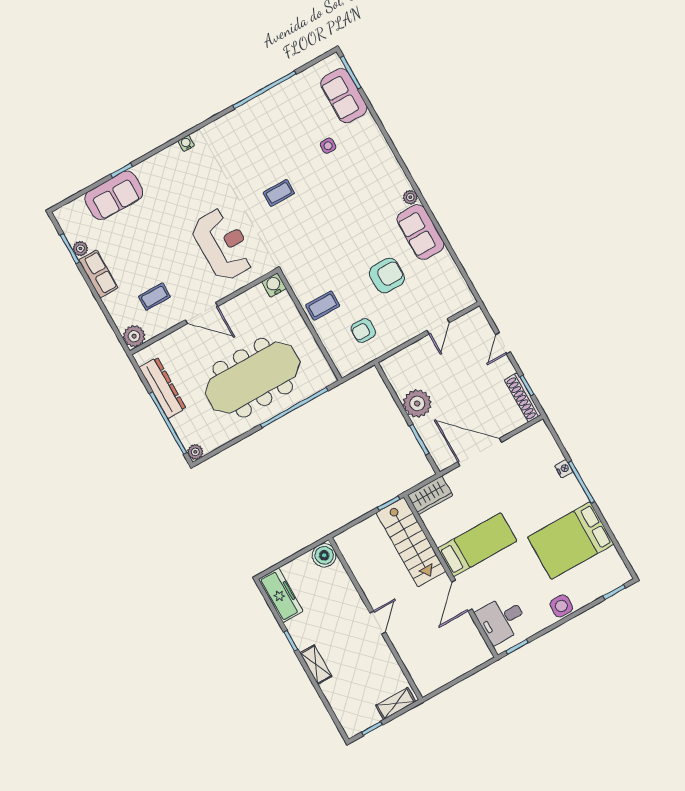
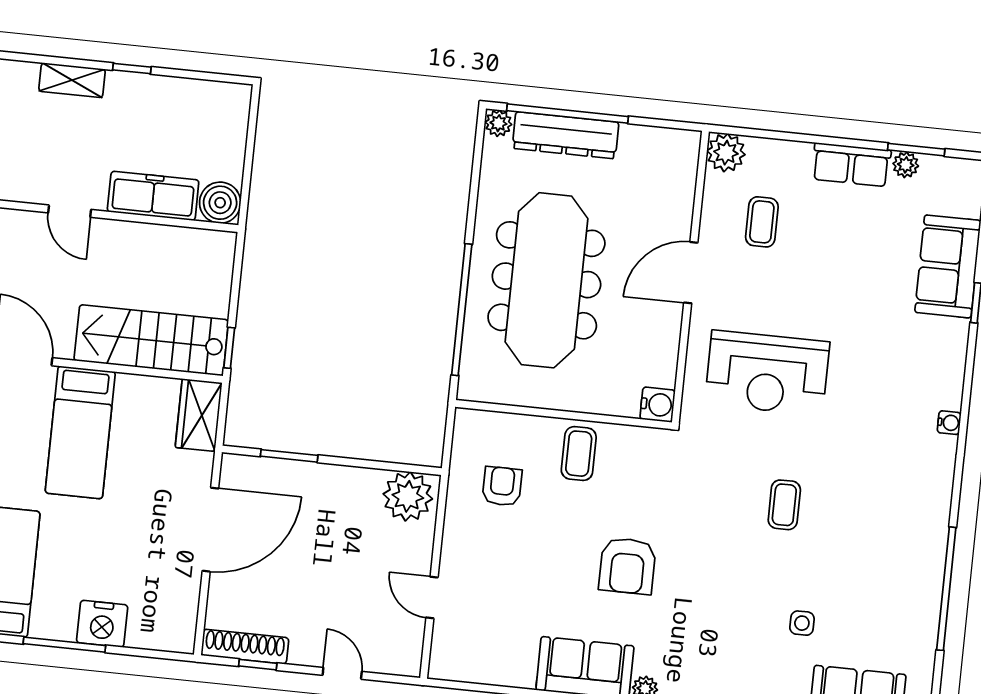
armchair: (387, 275) -> (627, 566), moved
dresser: (163, 388) -> (566, 135), moved
plant: (417, 403) -> (408, 496), moved
nightstand: (564, 469) -> (102, 624), width x1.89, depth x1.79
freezer: (281, 595) -> (153, 196), moved, turned 180

